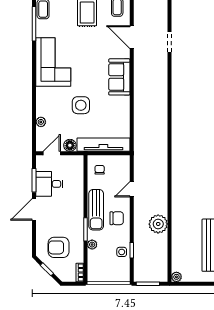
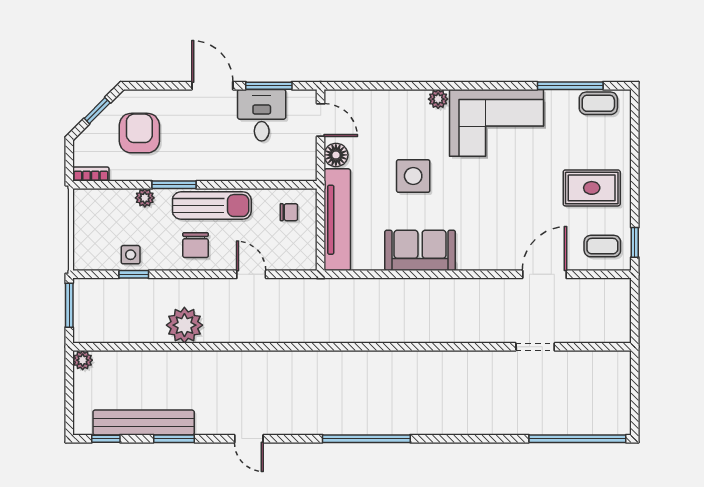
sofa: (119, 77) -> (420, 250), moved
plant: (41, 122) -> (438, 99), moved
sun lounger: (96, 210) -> (212, 206), turned 180

